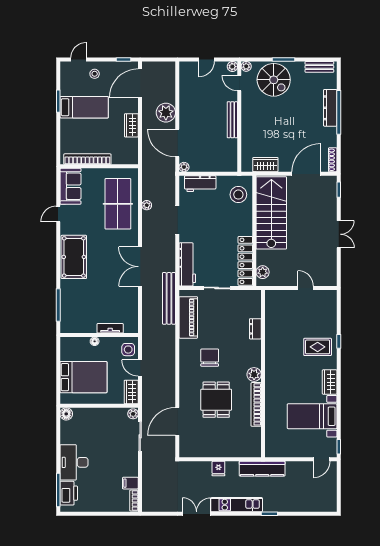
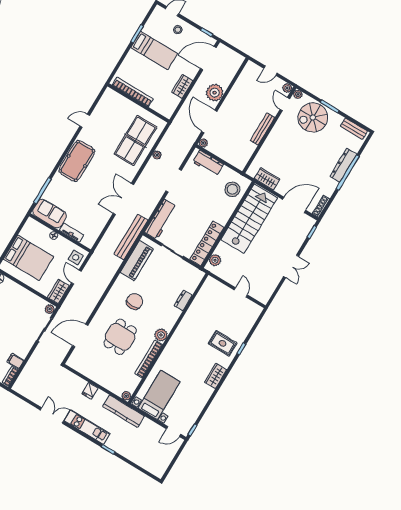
spiral stairs: (274, 80) -> (313, 117), turned 90
sofa: (70, 186) -> (50, 214), moved, turned -90
bed with nightstands: (312, 416) -> (159, 395), moved, turned 90
plant: (256, 452) -> (126, 396), added

